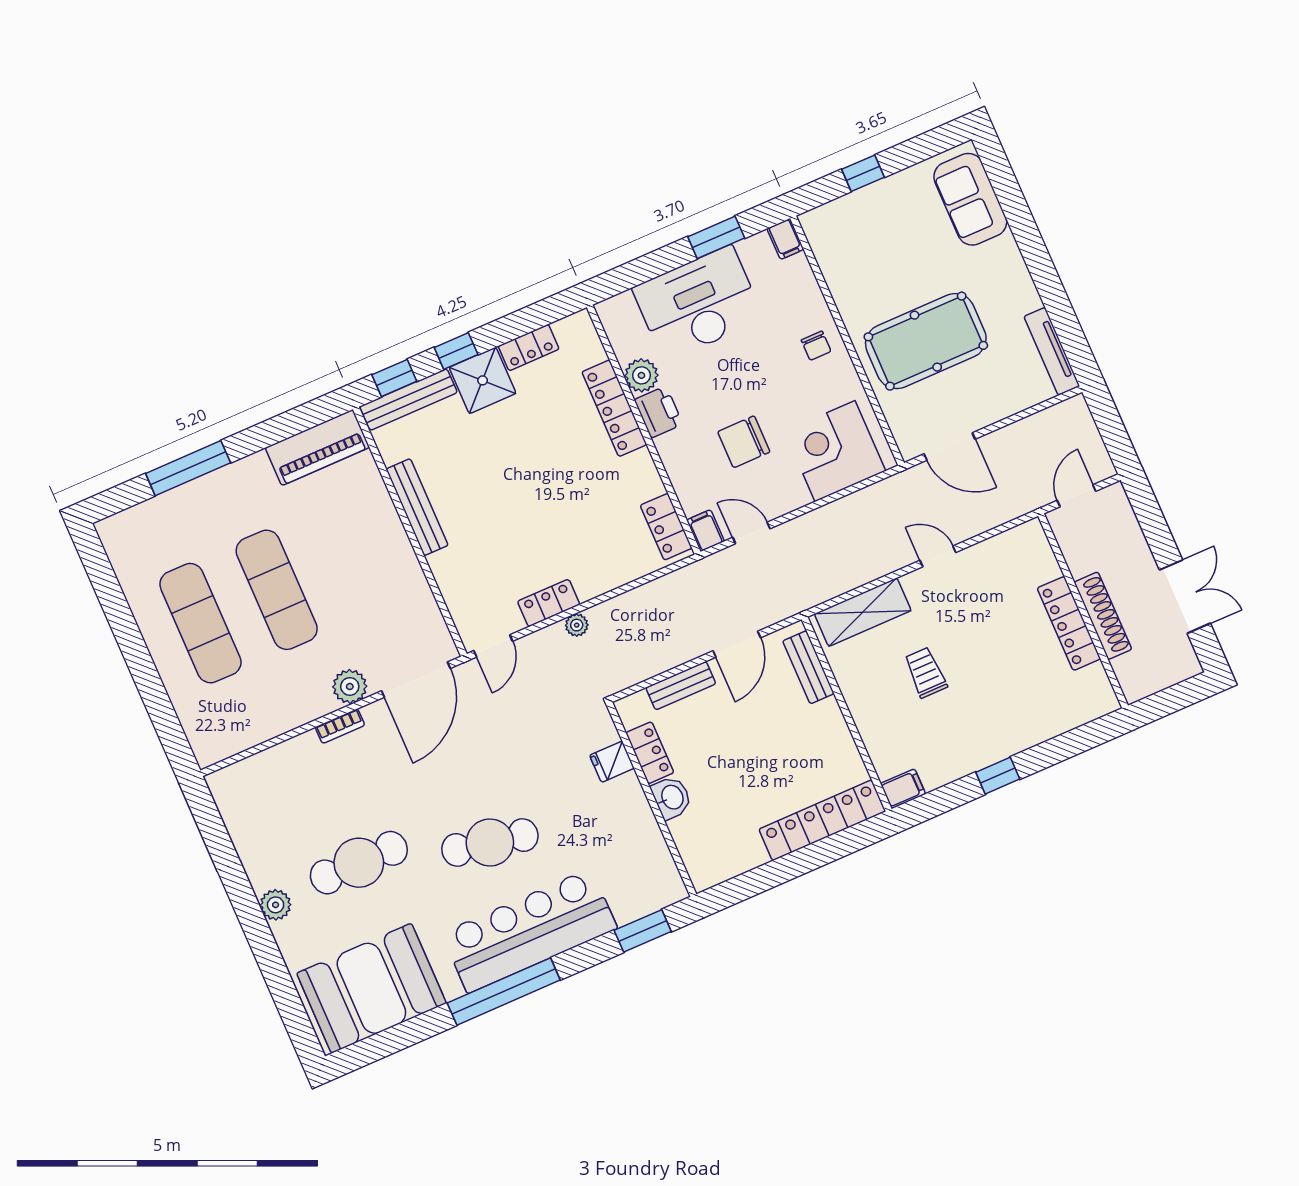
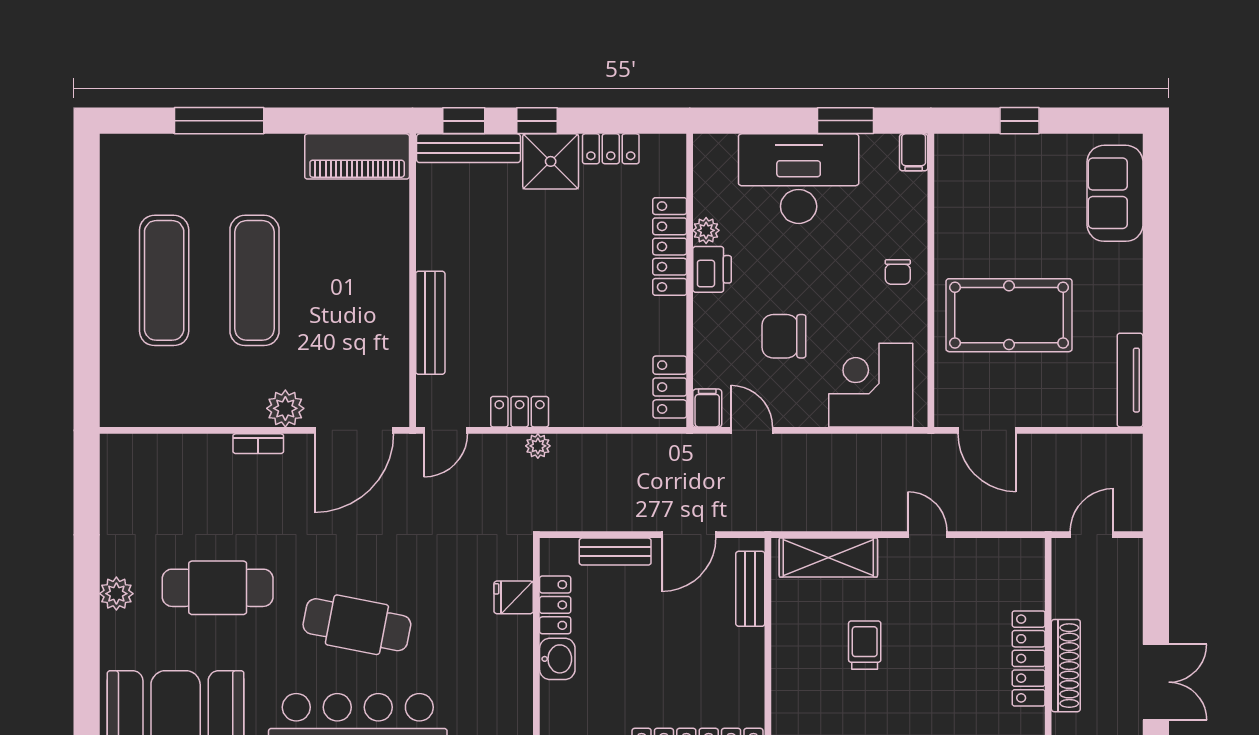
plant: (641, 375) -> (706, 230), width x0.73, depth x0.73
bench: (417, 507) -> (430, 323), moved

